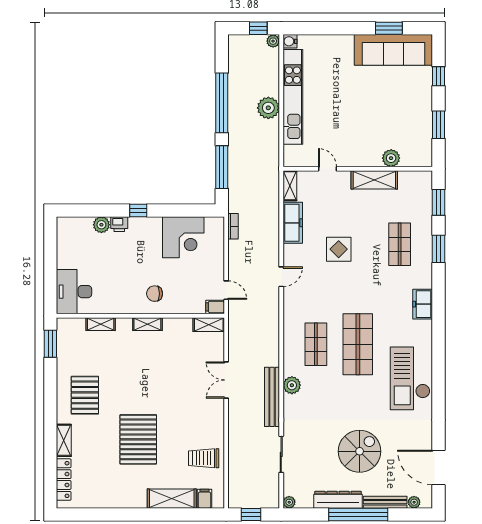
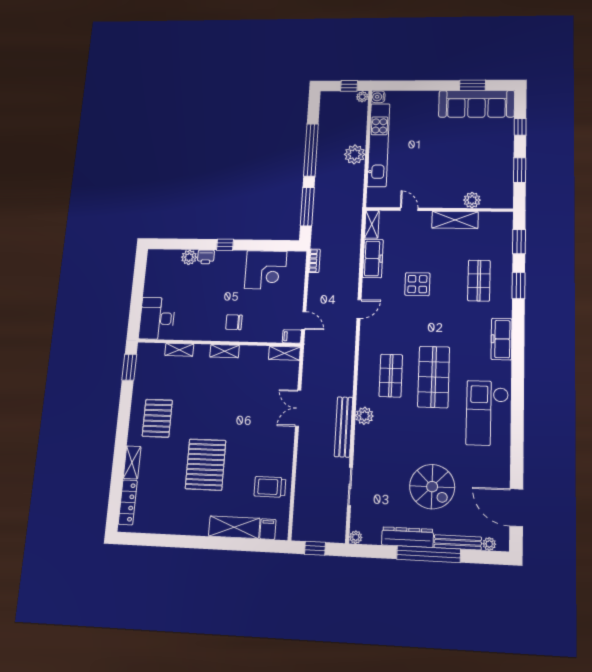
freezer: (423, 304) -> (502, 339), width x1.40
spiral stairs: (360, 451) -> (432, 487), turned 90

